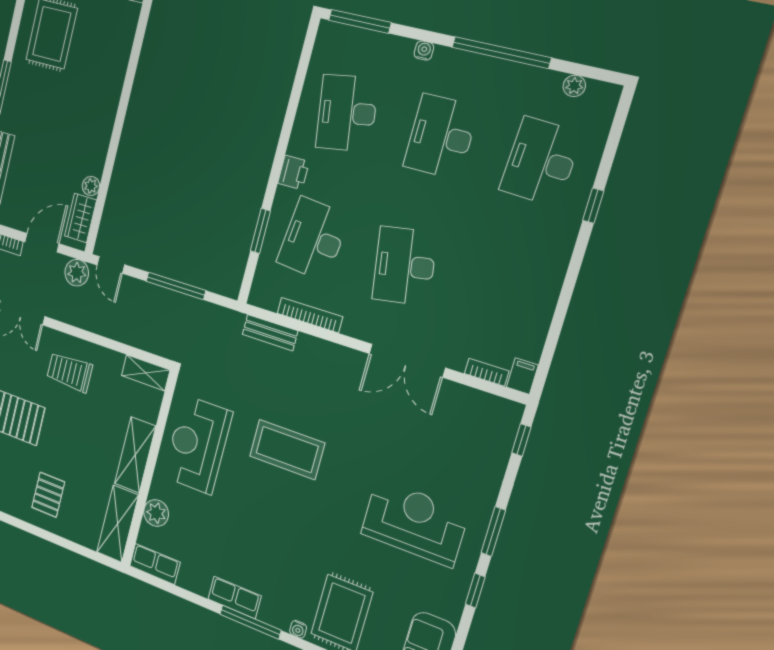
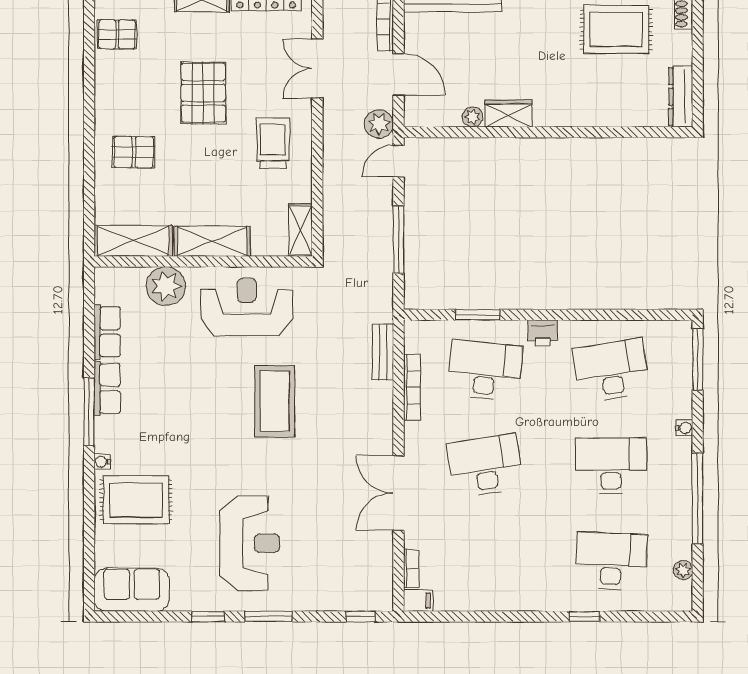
wardrobe: (81, 218) -> (509, 113), moved
plant: (156, 513) -> (166, 286), width x1.36, depth x1.36
row of seats: (155, 564) -> (107, 332), moved

